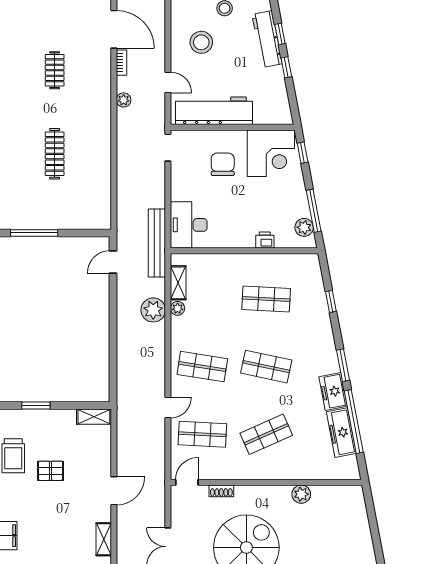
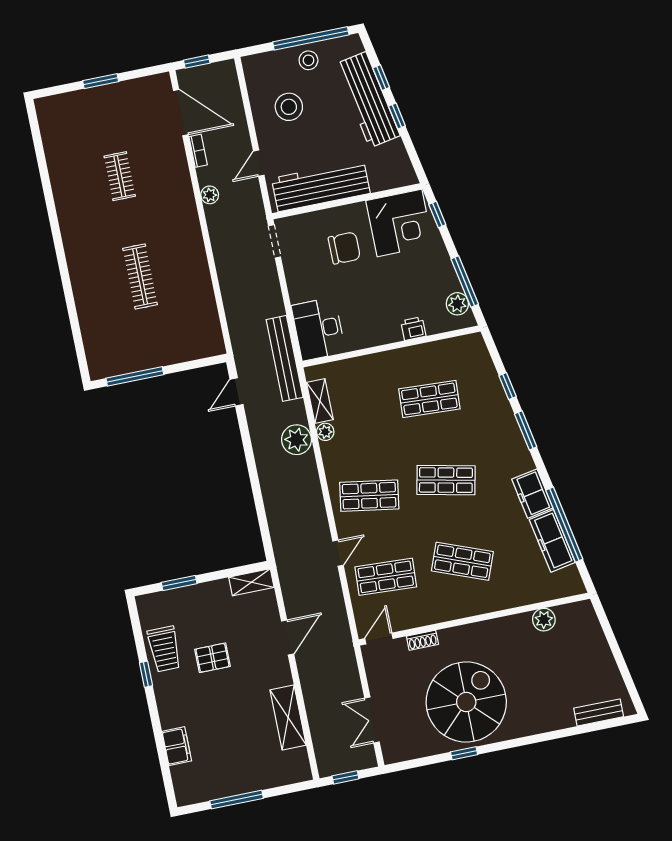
workbench: (267, 39) -> (368, 100), width x1.36, depth x1.32
door: (168, 83) -> (259, 163), swing flipped
chair: (223, 164) -> (344, 248), turned 90
window: (343, 365) -> (526, 430), moved
shop shelf: (266, 434) -> (462, 561), turned 45
door: (114, 491) -> (288, 637), moved
plant: (301, 494) -> (544, 620), moved
shelving: (104, 539) -> (288, 718), width x1.50, depth x1.33

